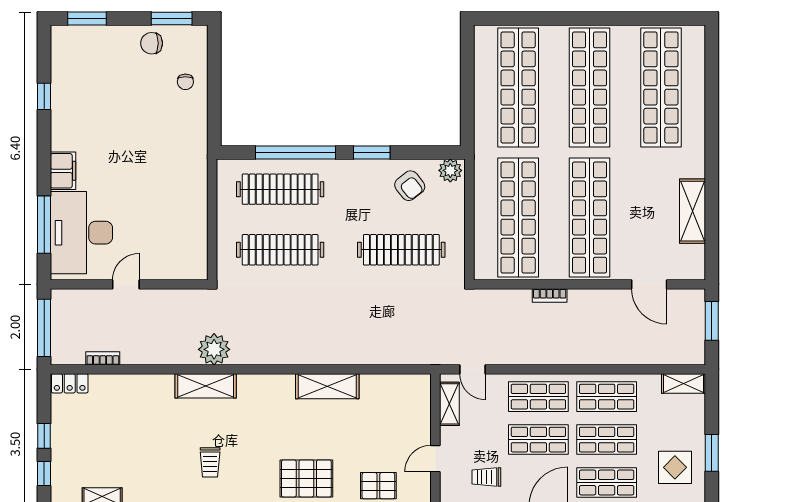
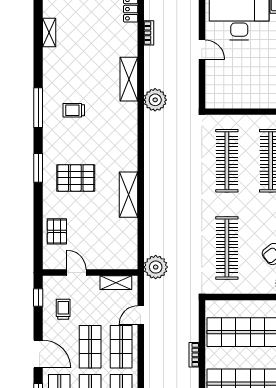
plant: (214, 349) -> (155, 100), moved
plant: (428, 349) -> (156, 267), added
door: (472, 369) -> (141, 315), moved
shelving: (206, 386) -> (129, 79), moved
pallet: (306, 478) -> (76, 178), moved, turned 90

